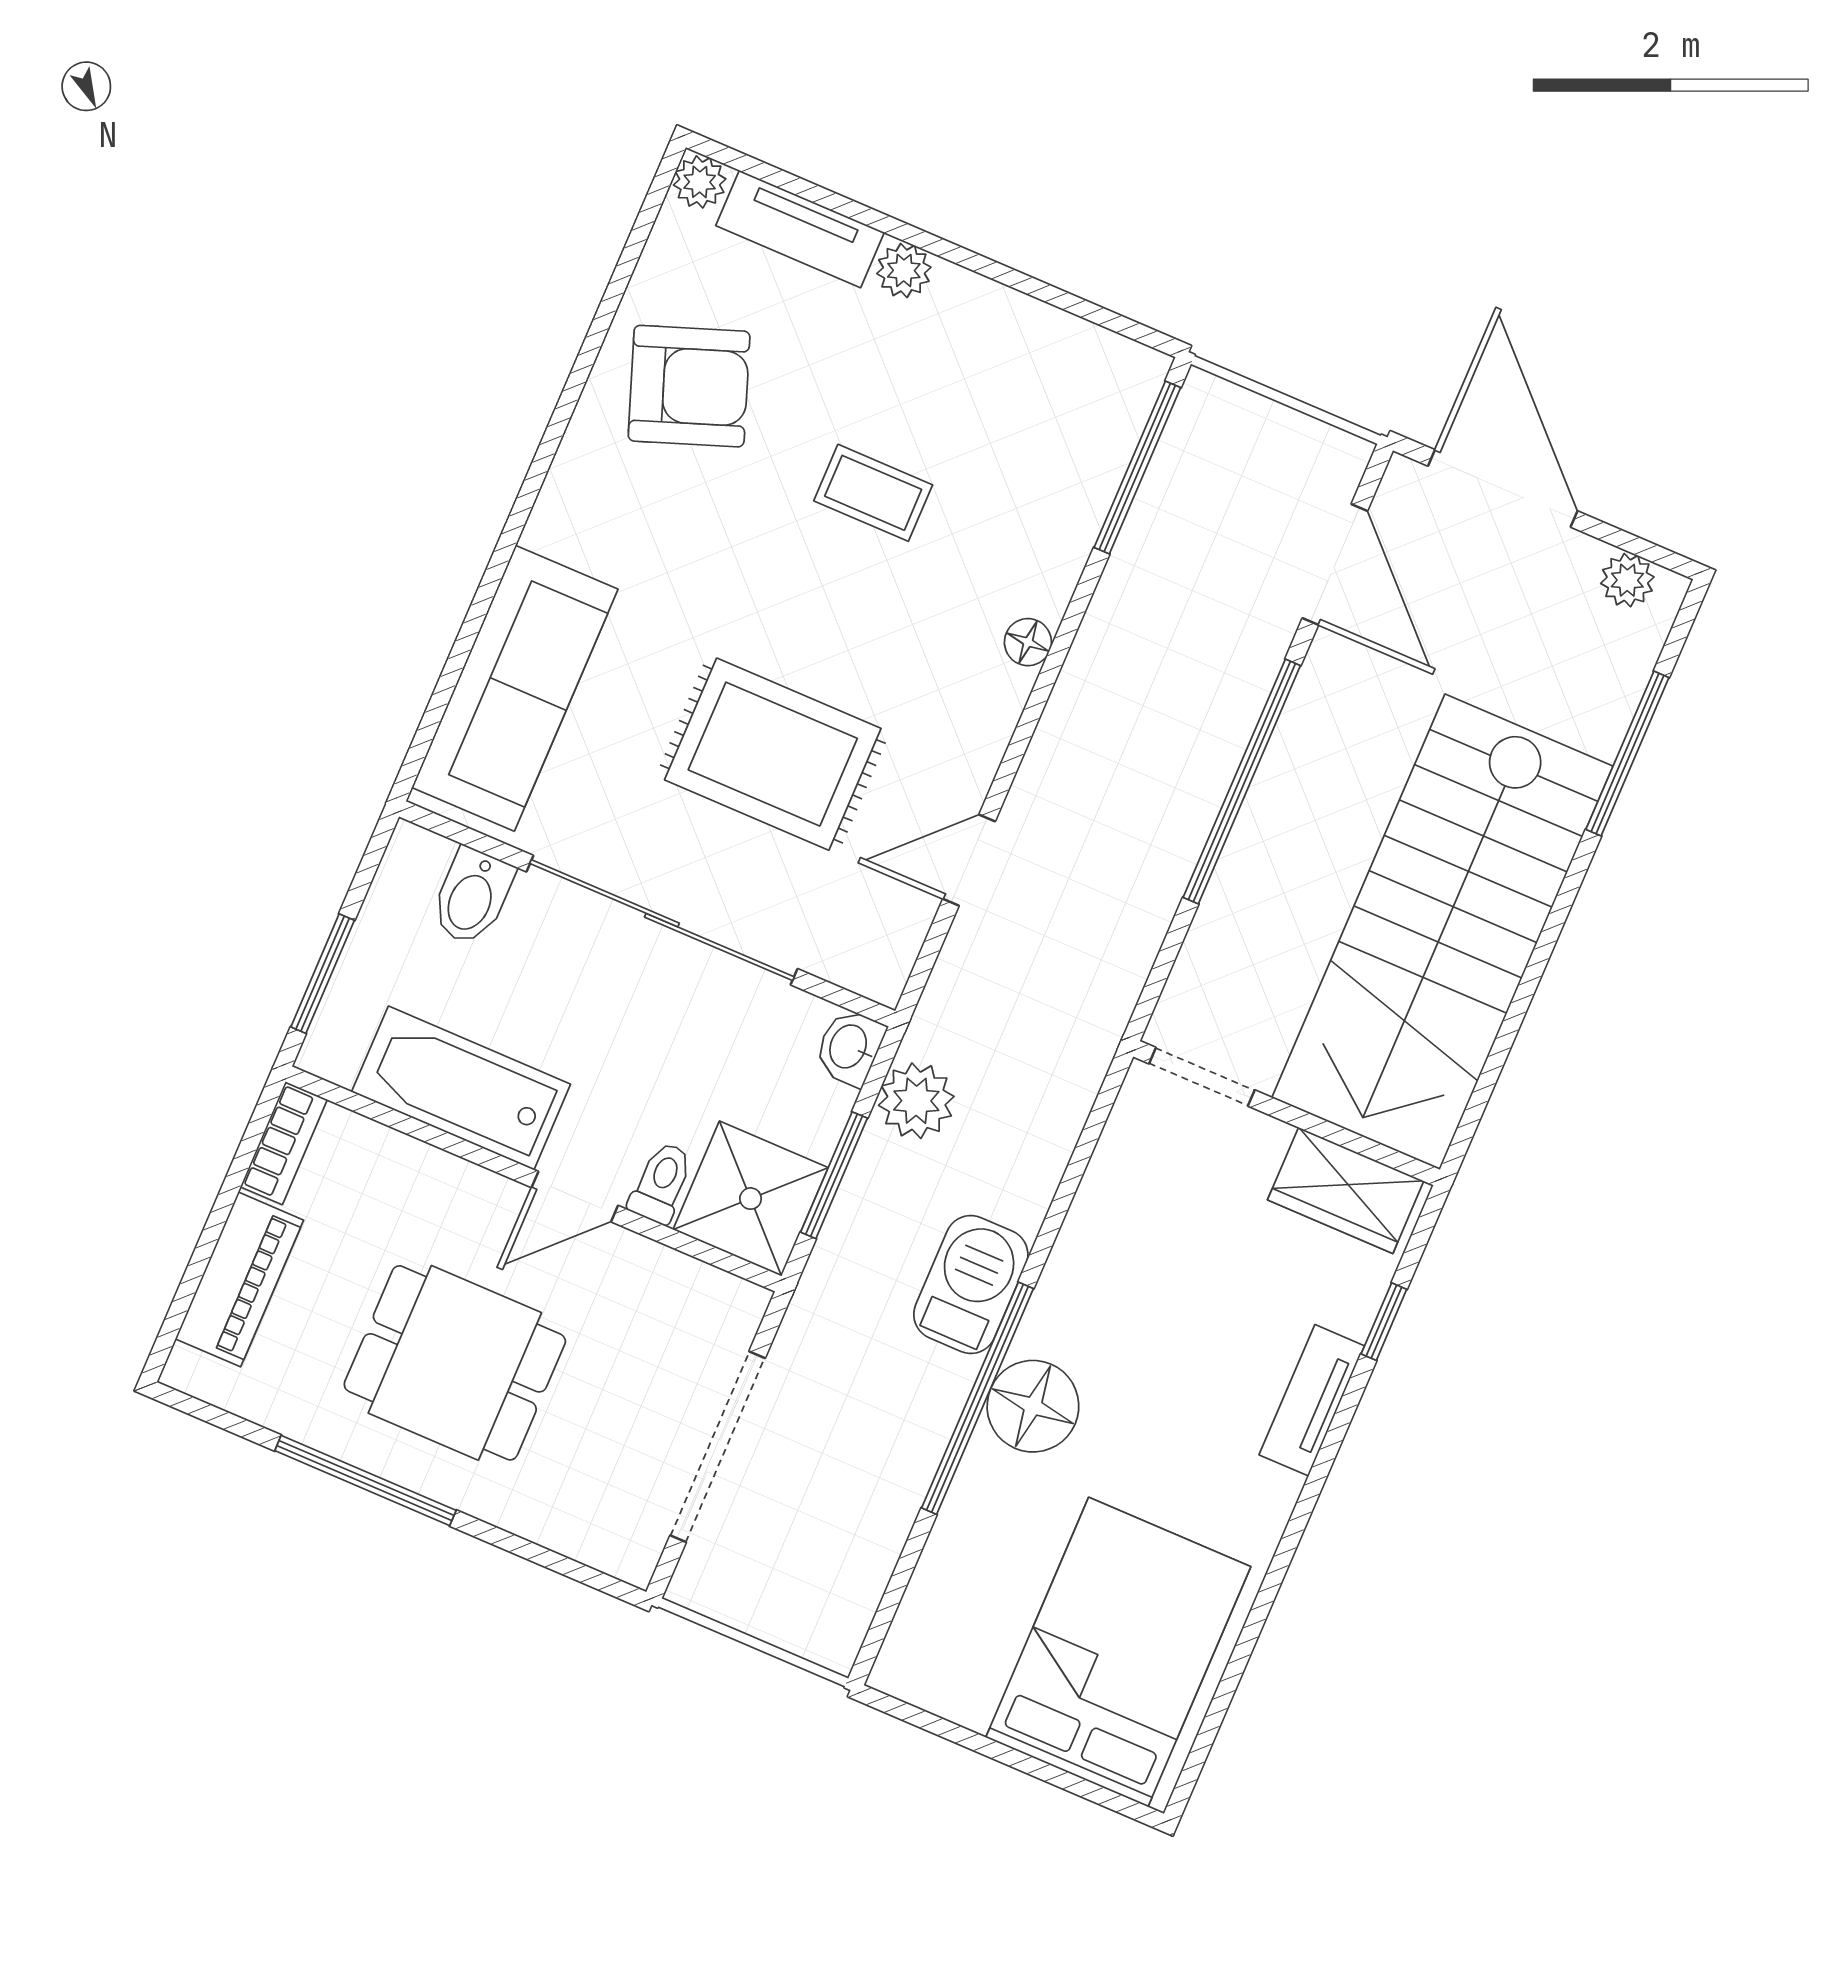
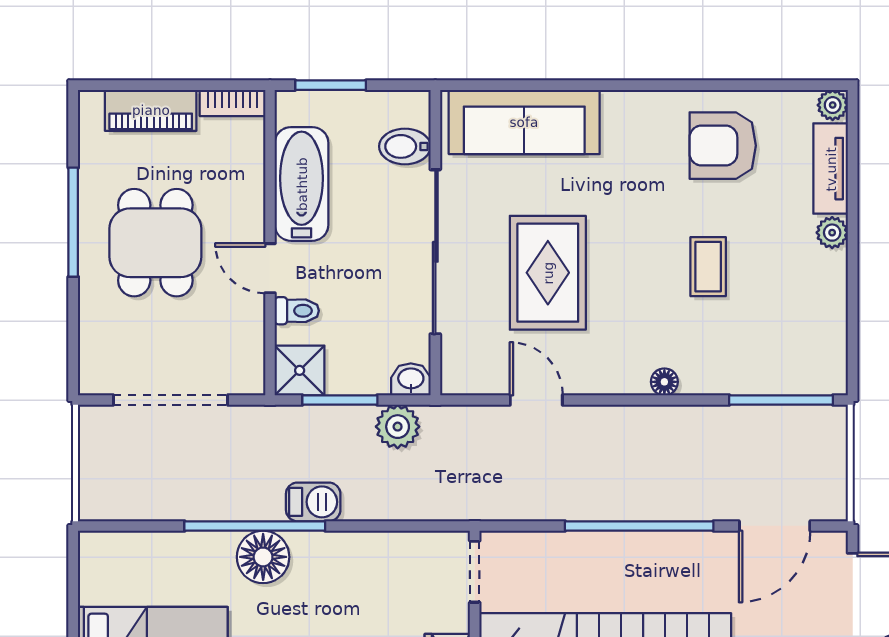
armchair: (689, 386) -> (723, 146), turned 110
shower: (751, 1199) -> (300, 370), width x0.73, depth x0.73
barbecue: (971, 1284) -> (313, 502), width x0.73, depth x0.79

